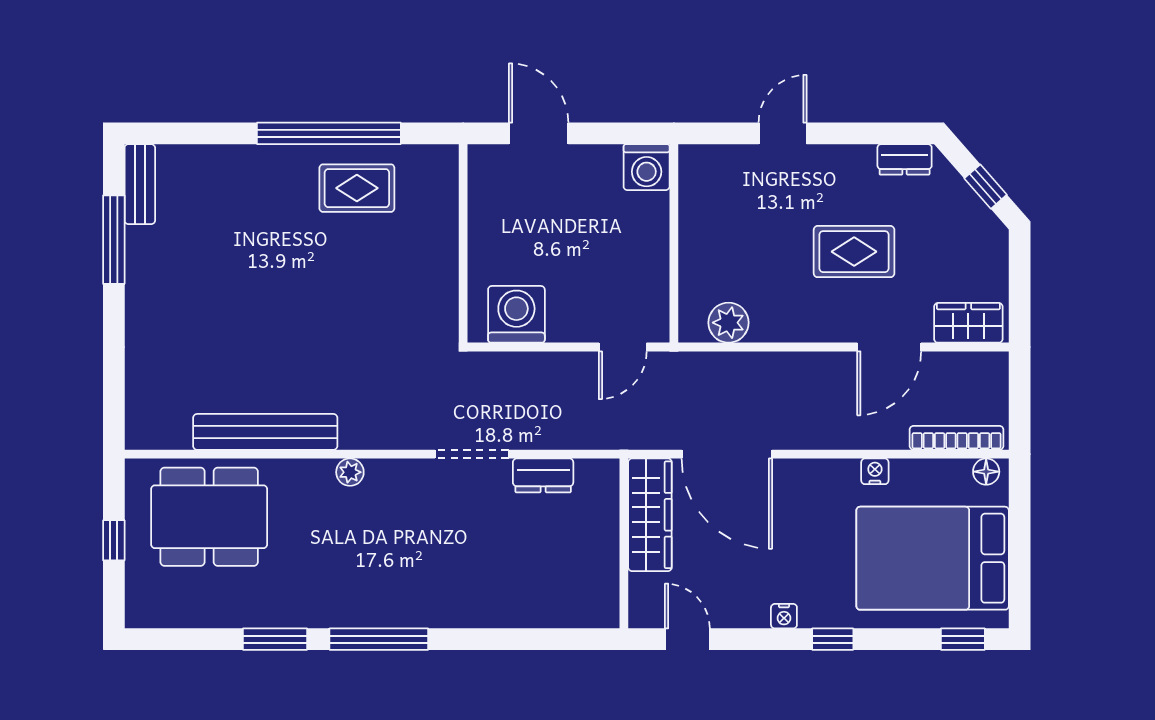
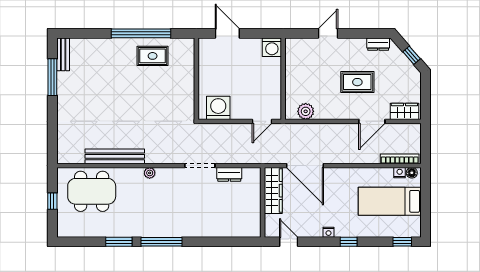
nightstand: (875, 471) -> (400, 173), moved
bed: (933, 558) -> (390, 201), width x0.67

